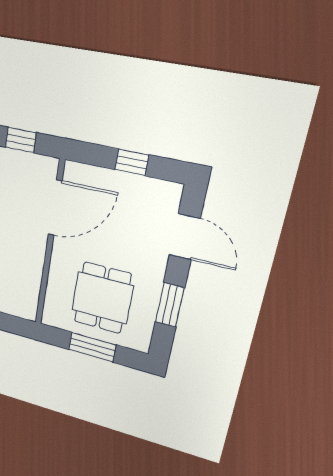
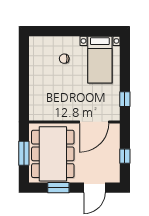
door: (55, 208) -> (94, 122), hinge flipped
dining table: (102, 298) -> (53, 154), width x1.88, depth x1.24

